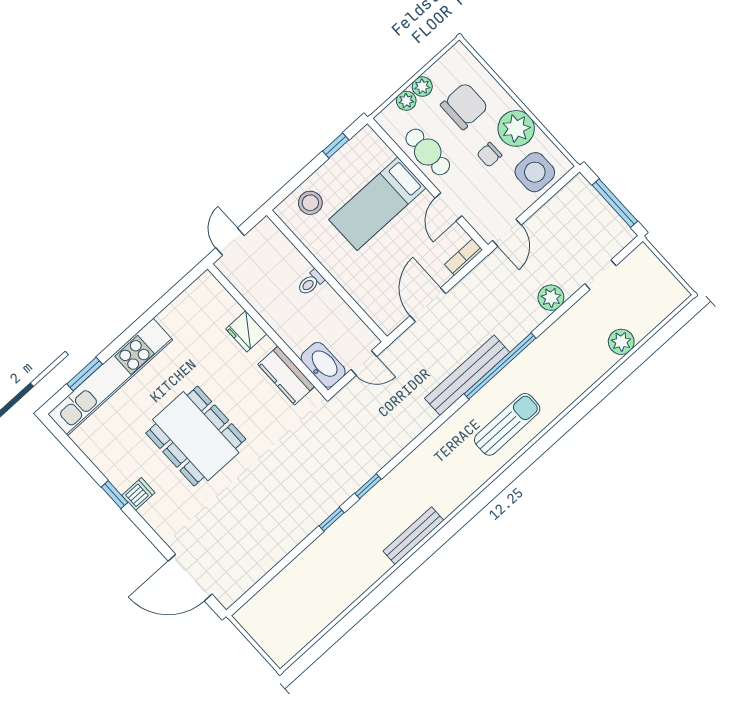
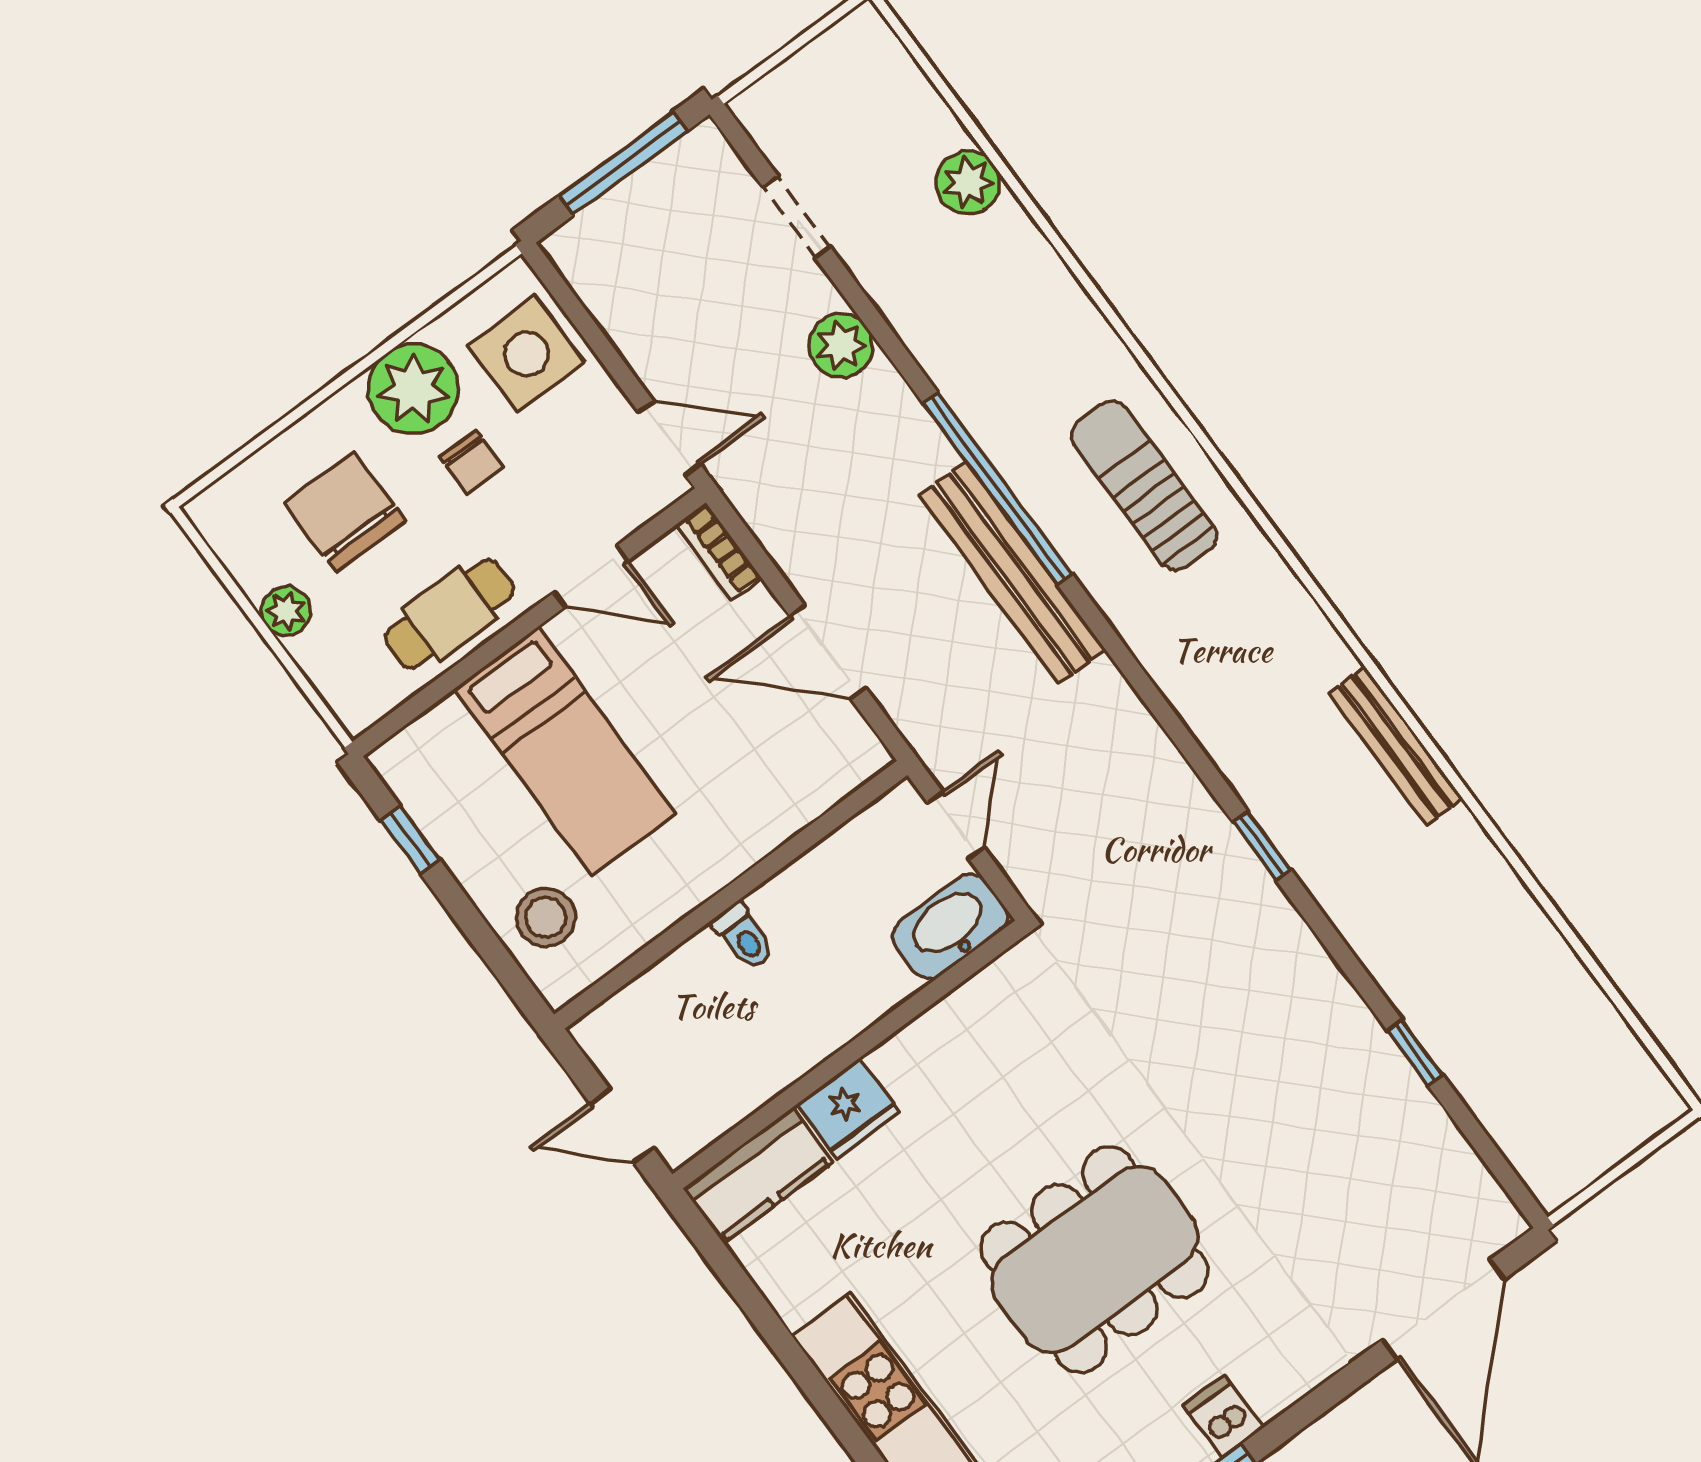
plant: (406, 101) -> (317, 654), removed
kitchen counter: (286, 376) -> (758, 1175), moved
window: (332, 519) -> (1415, 1053), moved

